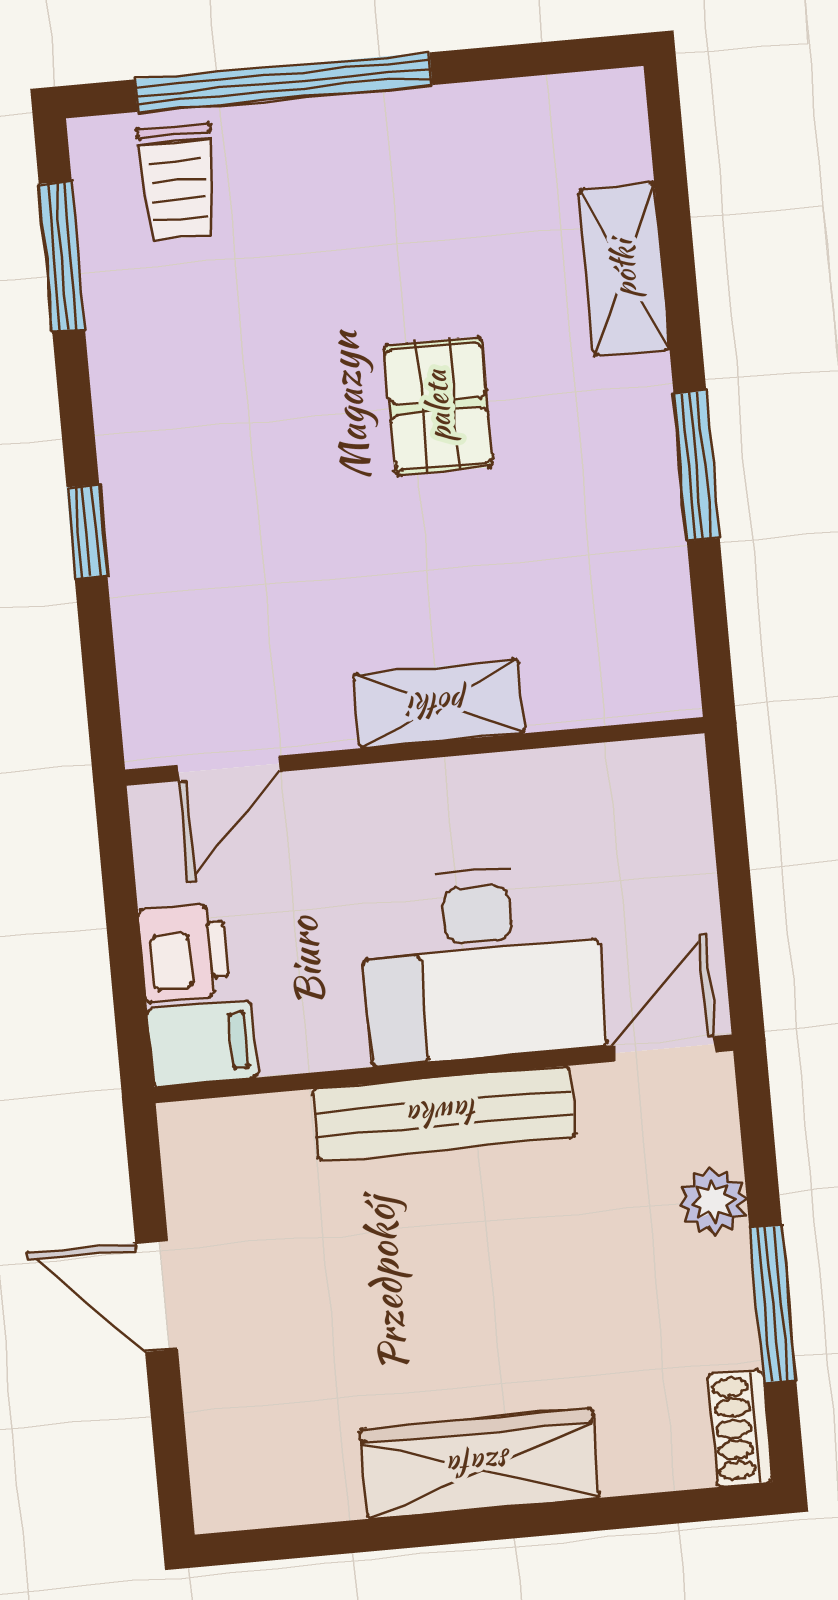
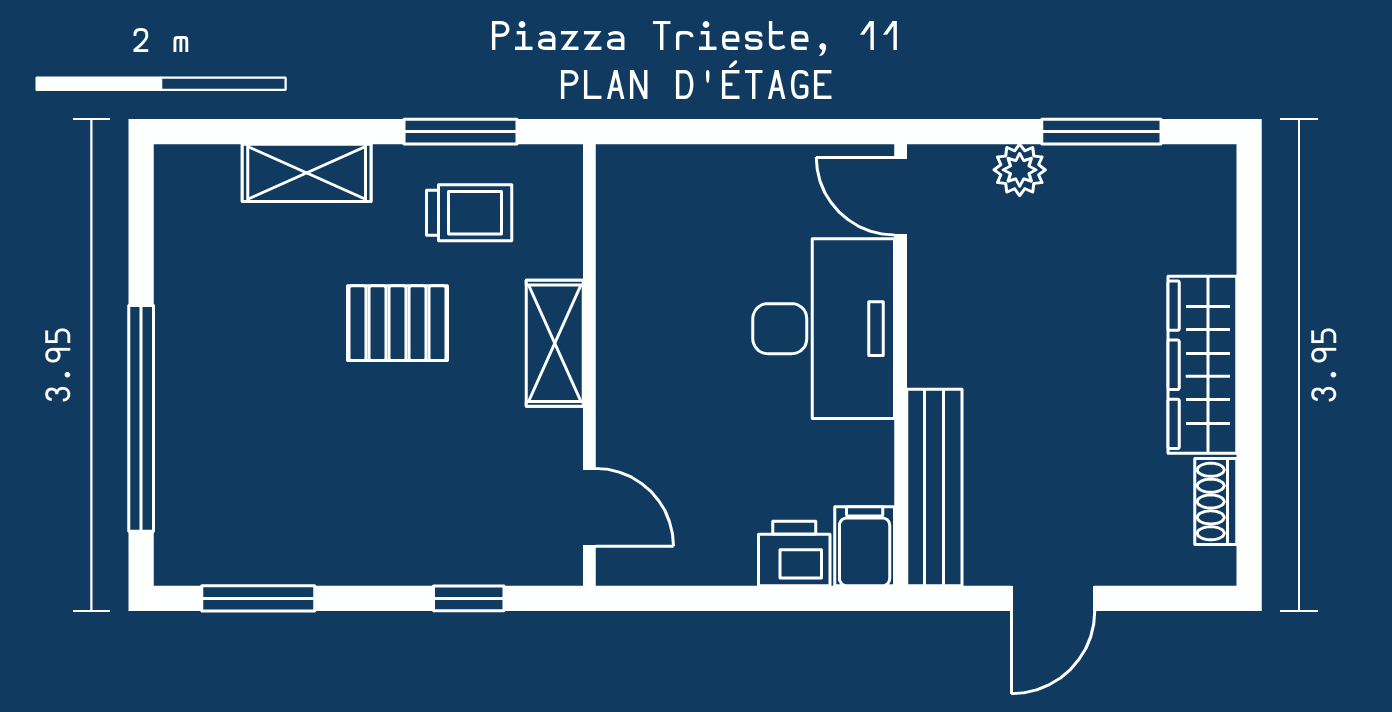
trolley: (178, 182) -> (469, 213), moved
shelving: (439, 704) -> (555, 343), moved
wall: (415, 751) -> (589, 365), moved
door: (229, 768) -> (589, 507), moved
bench: (444, 1113) -> (934, 488), moved
shoe rack: (740, 1428) -> (1216, 502), moved, turned 90

